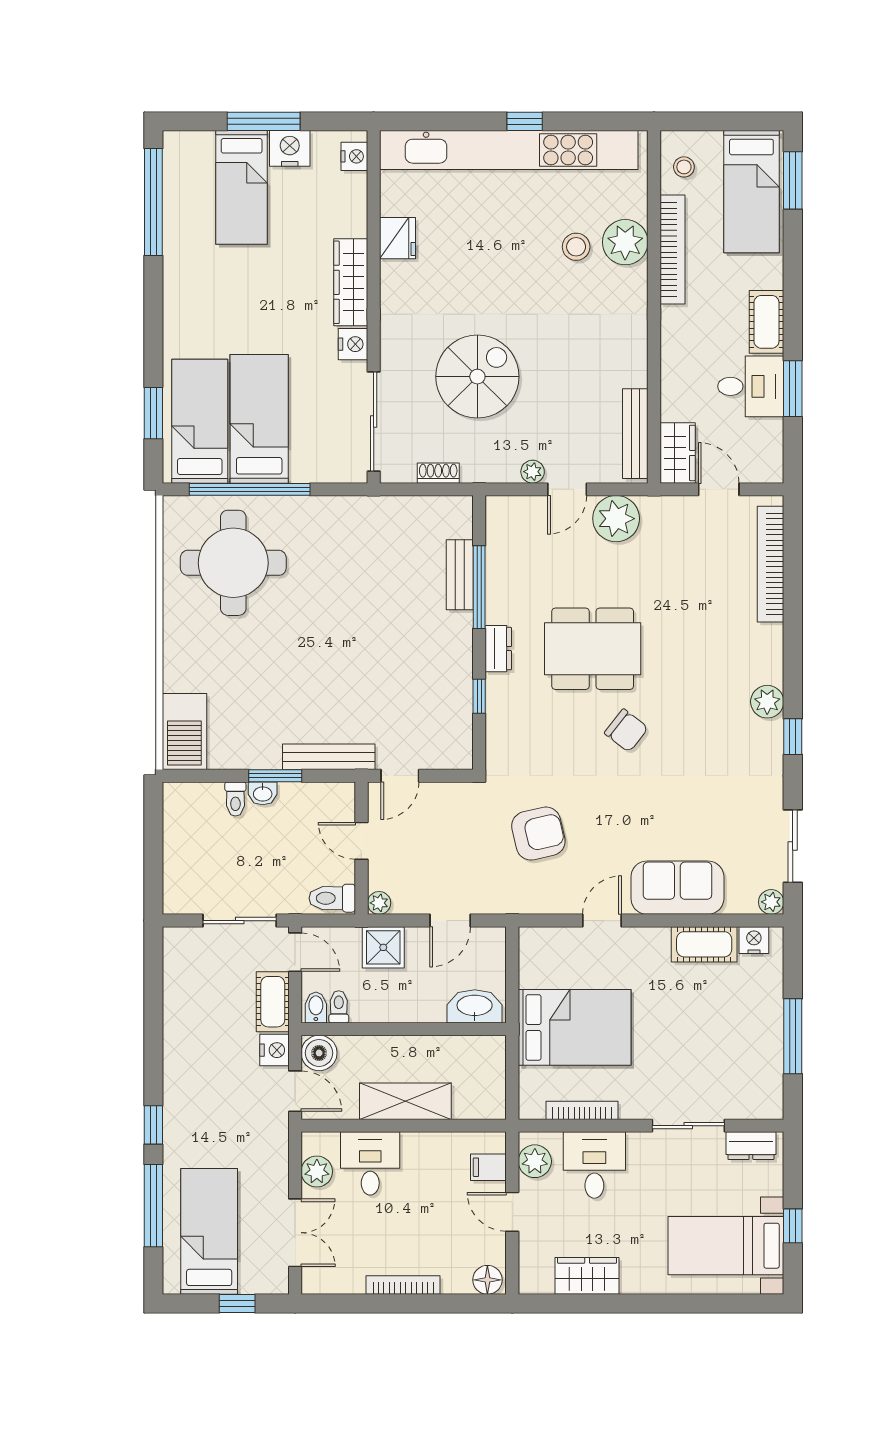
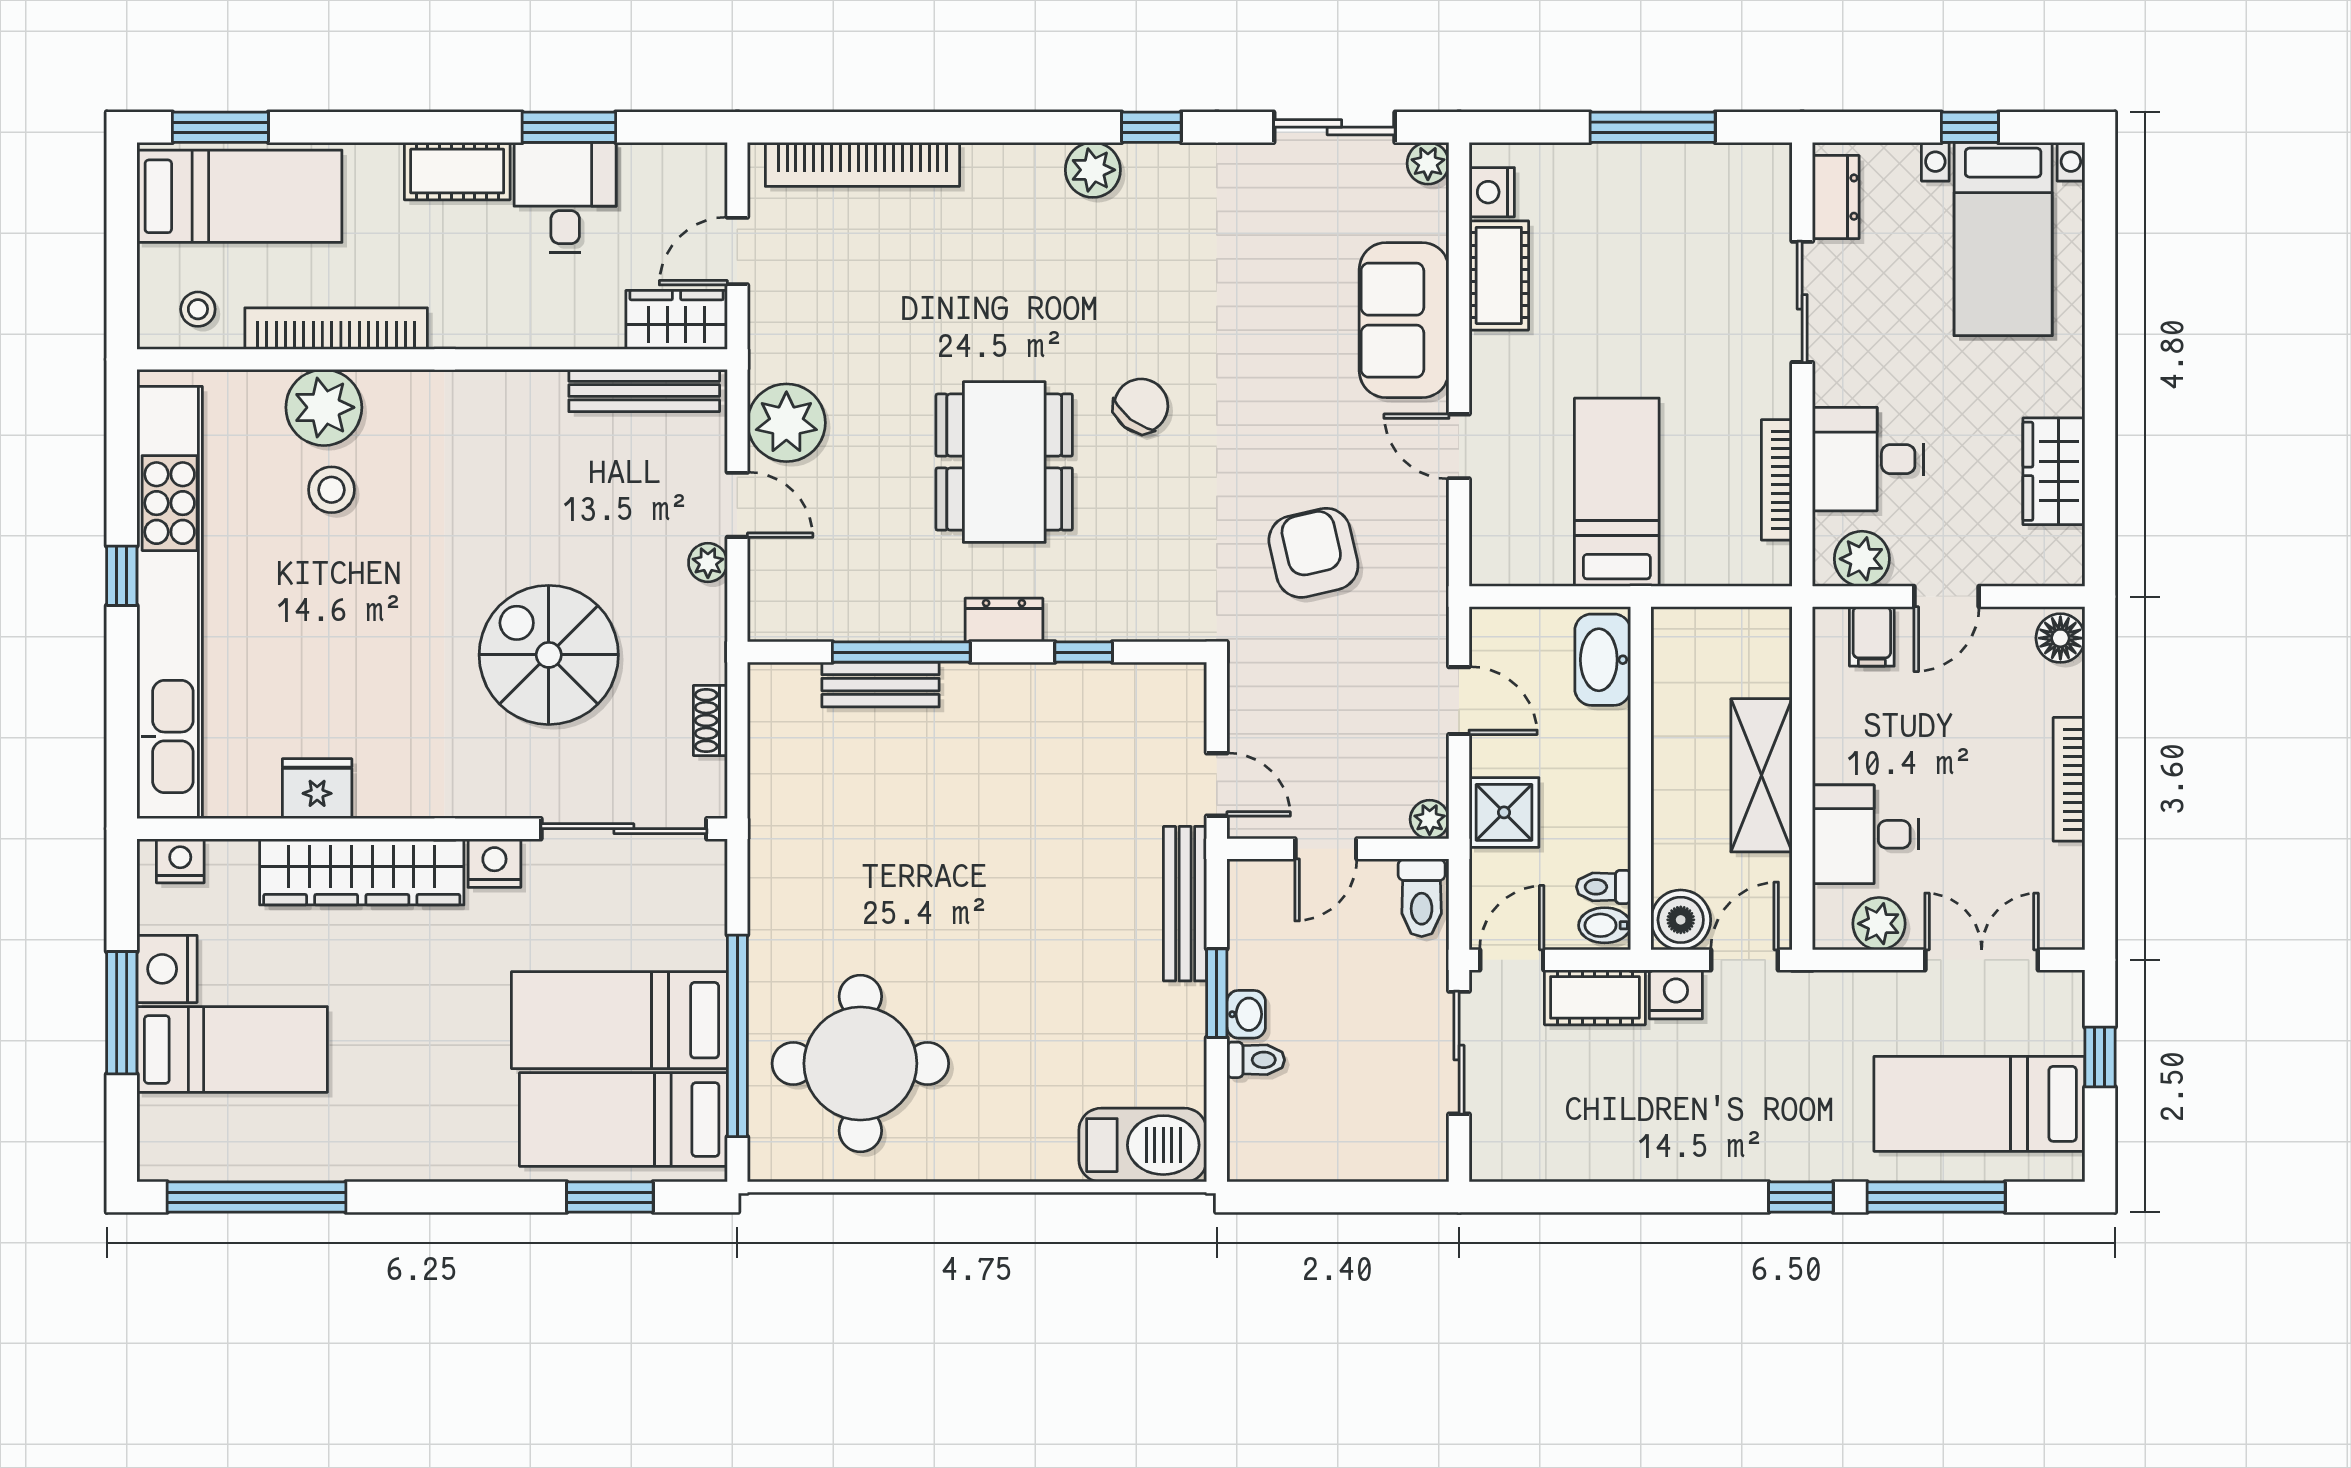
wardrobe: (351, 282) -> (362, 872), width x1.40, depth x1.17
bed: (575, 1027) -> (1617, 492), width x0.67

